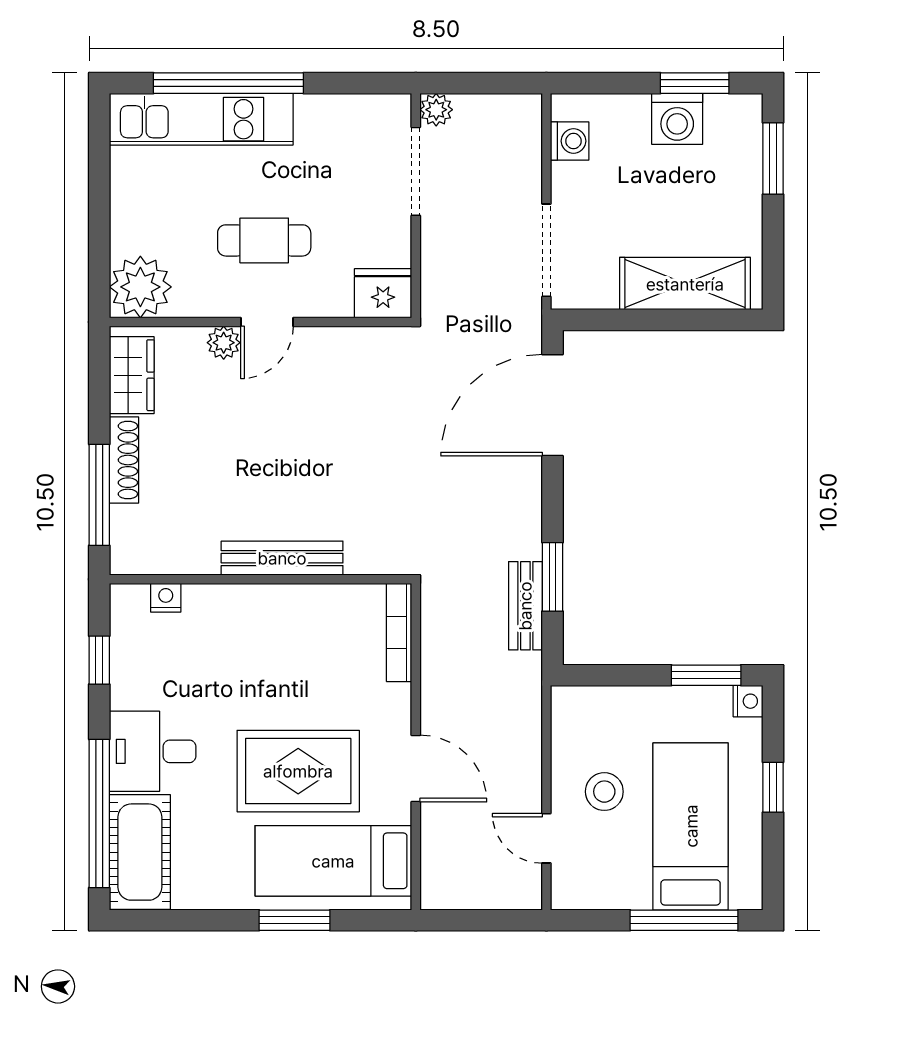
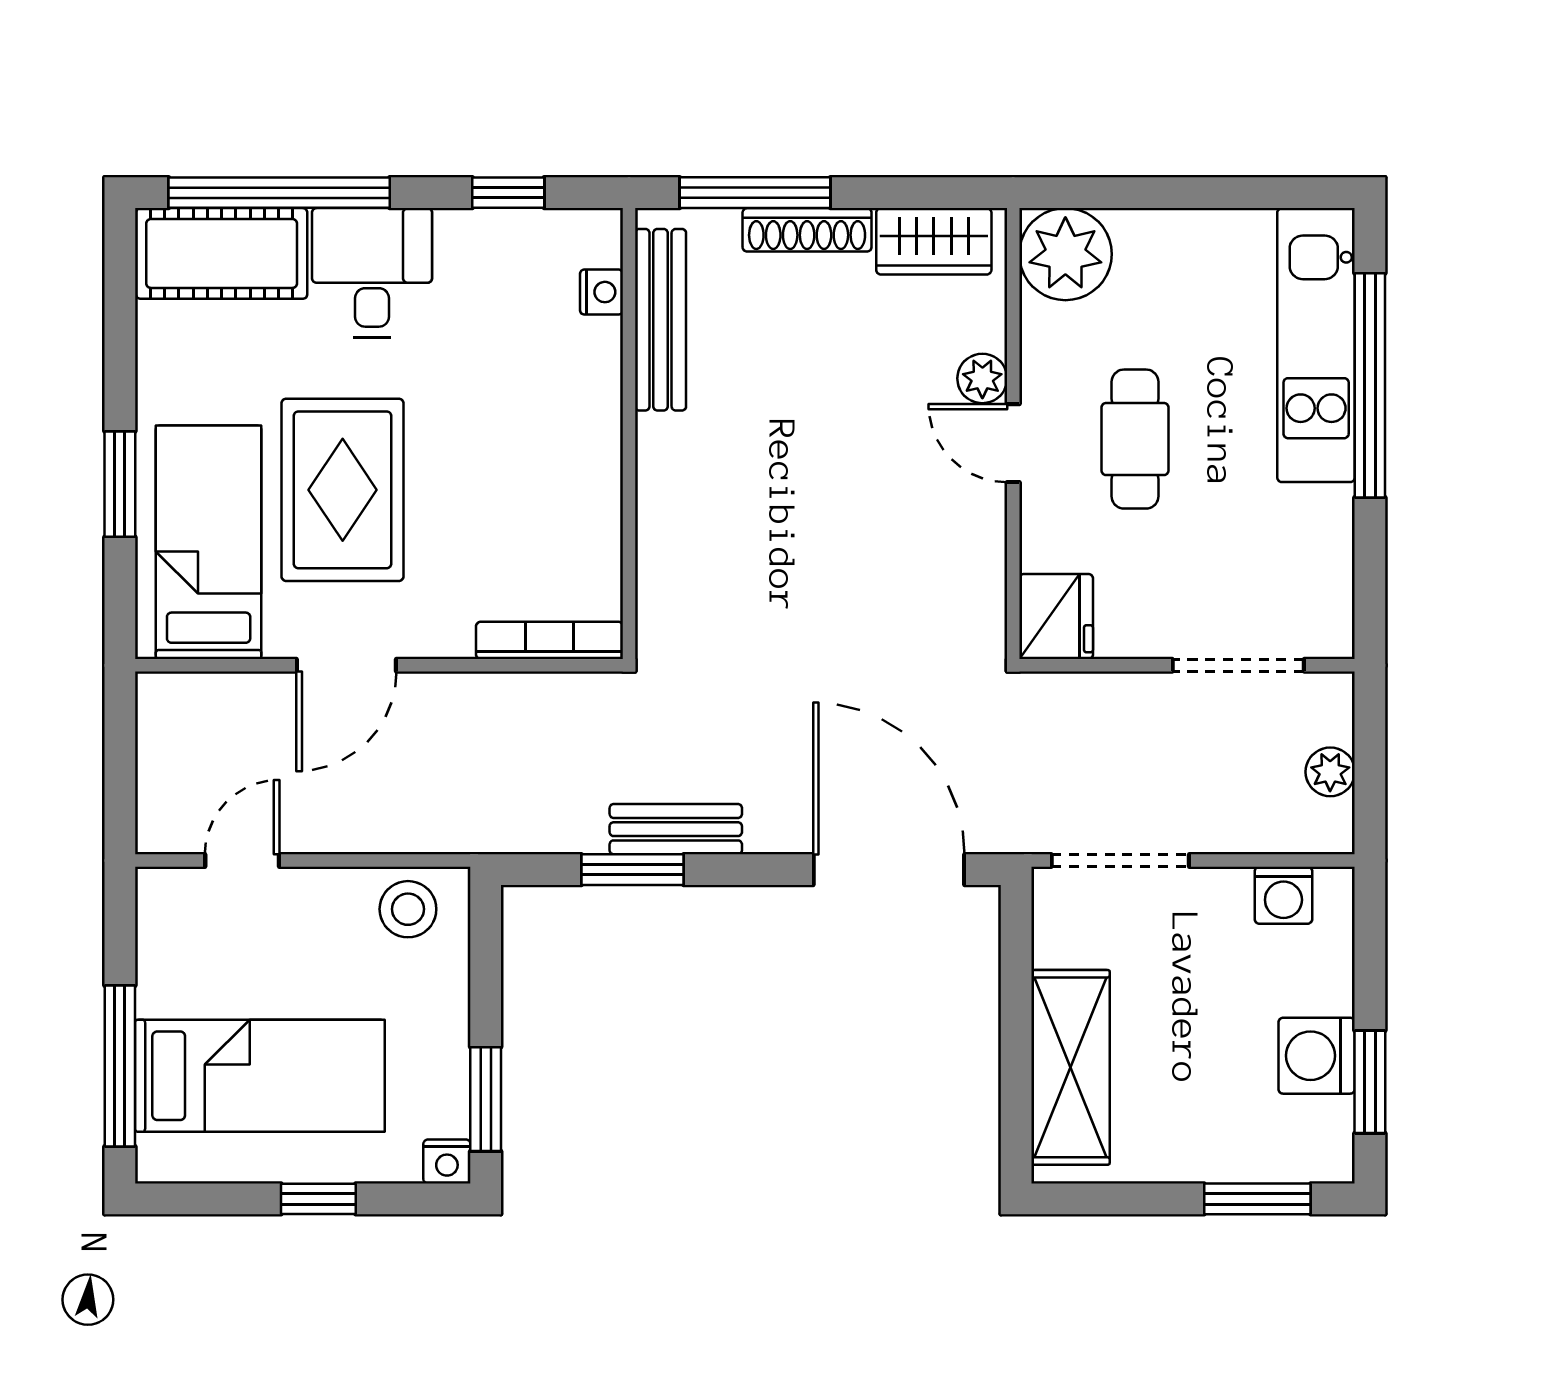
plant: (436, 110) -> (1330, 772), moved
bench: (282, 558) -> (661, 320), moved
bench: (525, 606) -> (676, 829), moved
stool: (604, 792) -> (408, 909), moved

